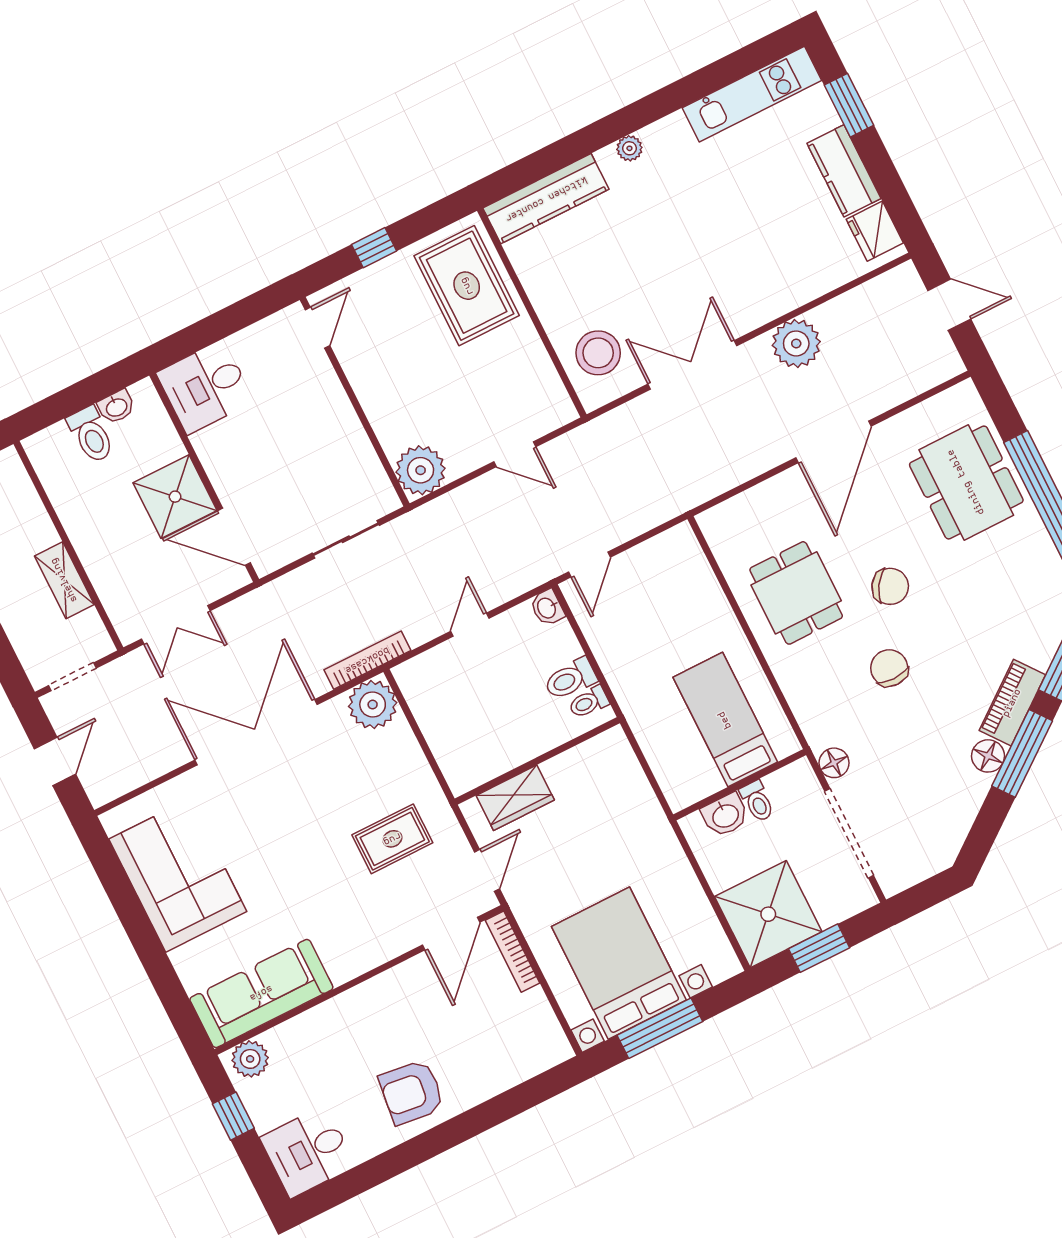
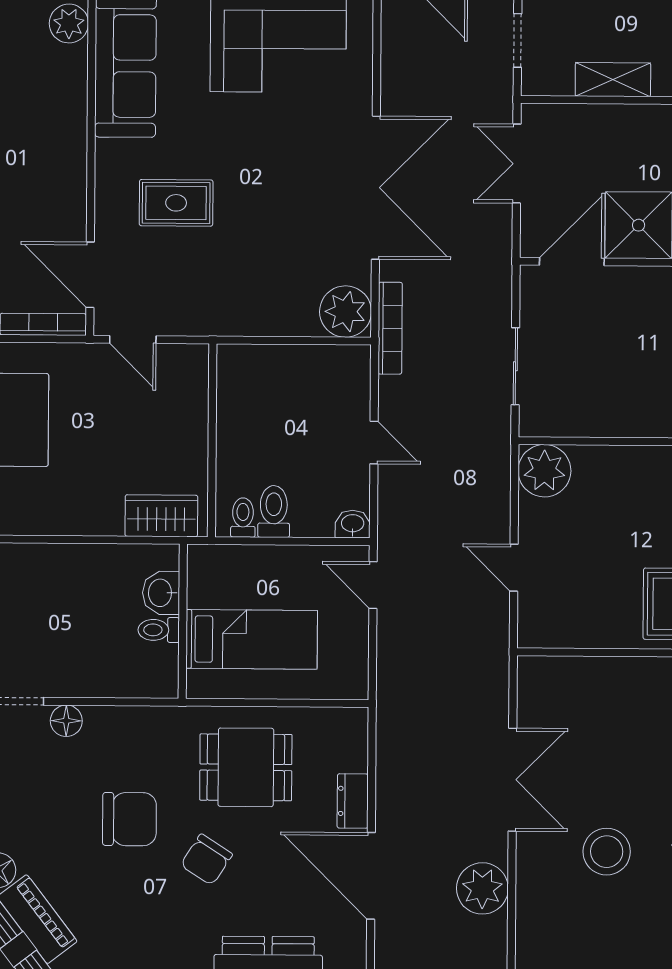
stool: (598, 353) -> (607, 852), moved
door: (515, 454) -> (514, 568), hinge flipped
dresser: (779, 489) -> (353, 801), added
chair: (889, 668) -> (129, 819), width x1.37, depth x1.37
bed: (725, 720) -> (252, 639), moved
wall: (740, 785) -> (183, 621), moved
wardrobe: (515, 798) -> (161, 516), moved, turned 90
toilet: (757, 801) -> (159, 630), moved
washbasin: (725, 815) -> (161, 593), moved
rug: (392, 839) -> (176, 203), moved, turned 90

